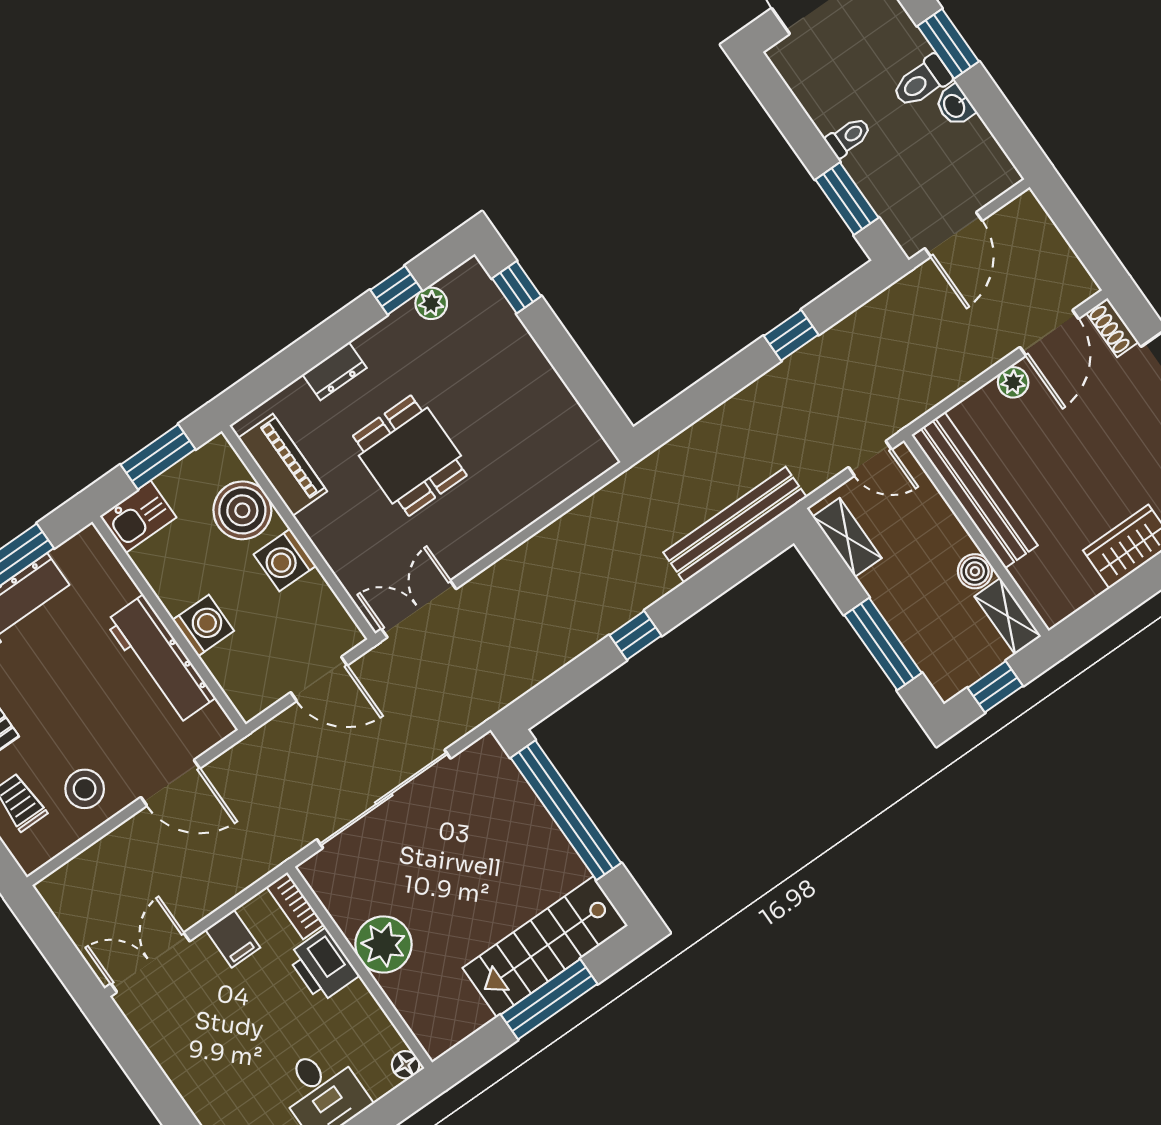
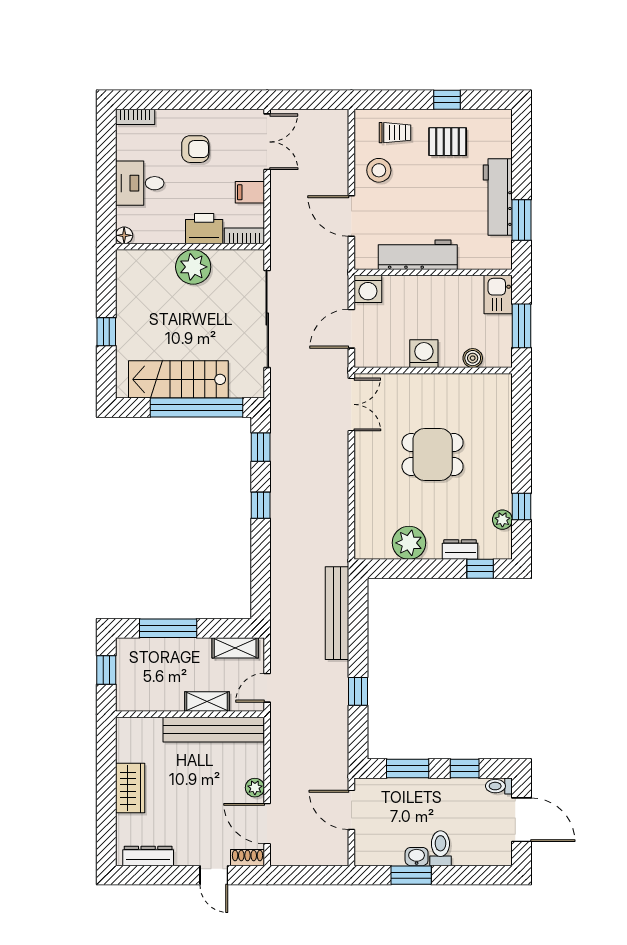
window: (948, 44) -> (411, 875), moved
window: (794, 123) -> (465, 769), added
toilet: (848, 137) -> (499, 786), moved, turned 90
dresser: (335, 371) -> (460, 550), moved, turned 90
plant: (548, 405) -> (409, 543), added
piano: (283, 465) -> (473, 387), removed
boiler: (242, 510) -> (473, 358), width x0.54, depth x0.54
bench: (735, 525) -> (337, 613), moved
boiler: (975, 571) -> (172, 701), removed
shelving: (1008, 616) -> (207, 701), moved
washing machine: (203, 625) -> (368, 289), moved
window: (559, 689) -> (261, 447), added
door: (170, 783) -> (351, 216), hinge flipped
stairs: (545, 947) -> (178, 379), moved, turned -90
window: (549, 999) -> (106, 332), width x0.46
armchair: (226, 1050) -> (195, 149), added

